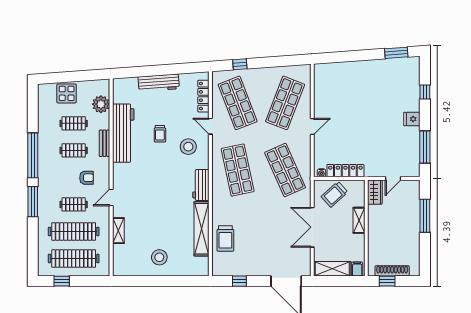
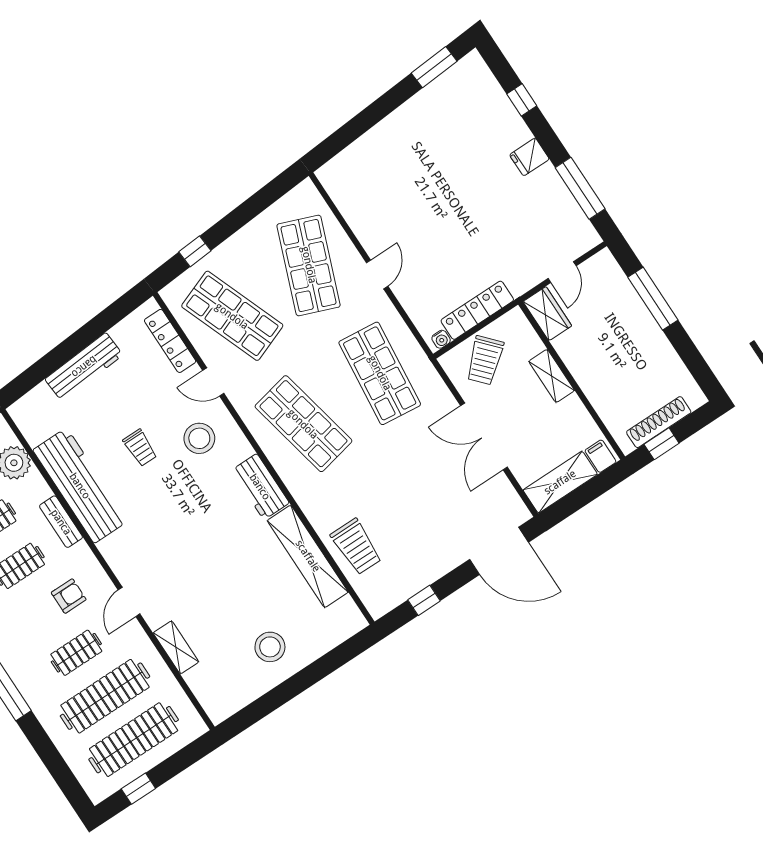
shop shelf: (285, 170) -> (380, 373), turned 30

